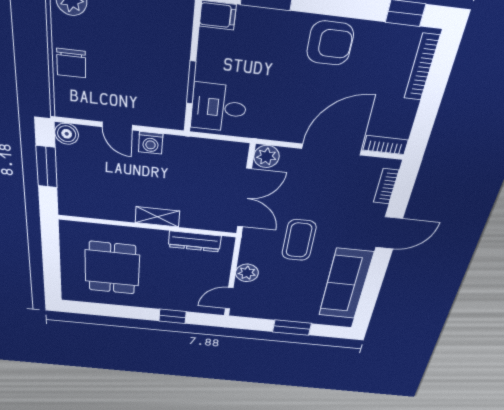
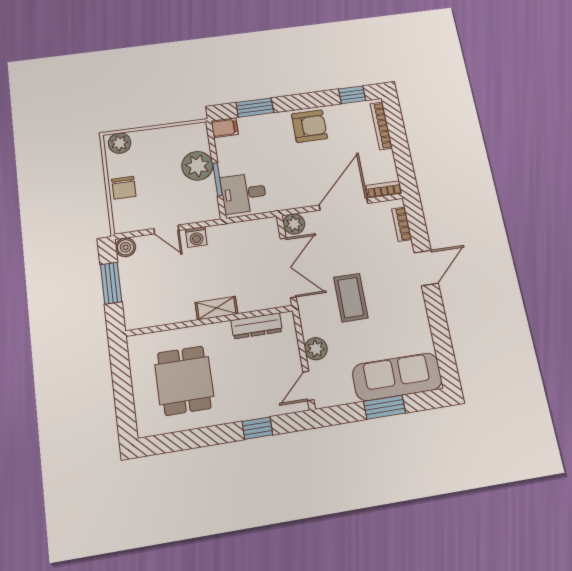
plant: (170, 59) -> (197, 166), added
sofa: (346, 284) -> (397, 377), moved, turned 90

